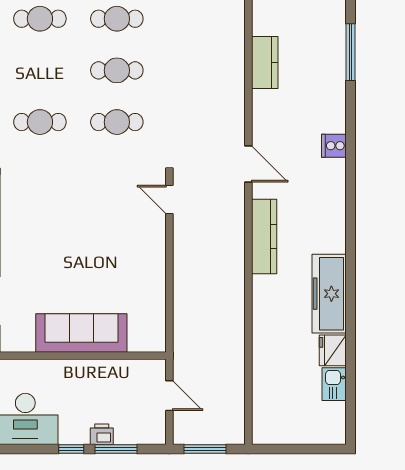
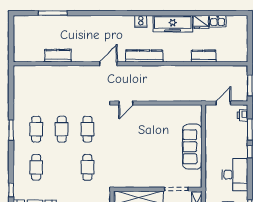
cooker: (334, 146) -> (141, 21), moved
kitchen counter: (264, 356) -> (204, 56), added
printer: (102, 434) -> (242, 115), moved

